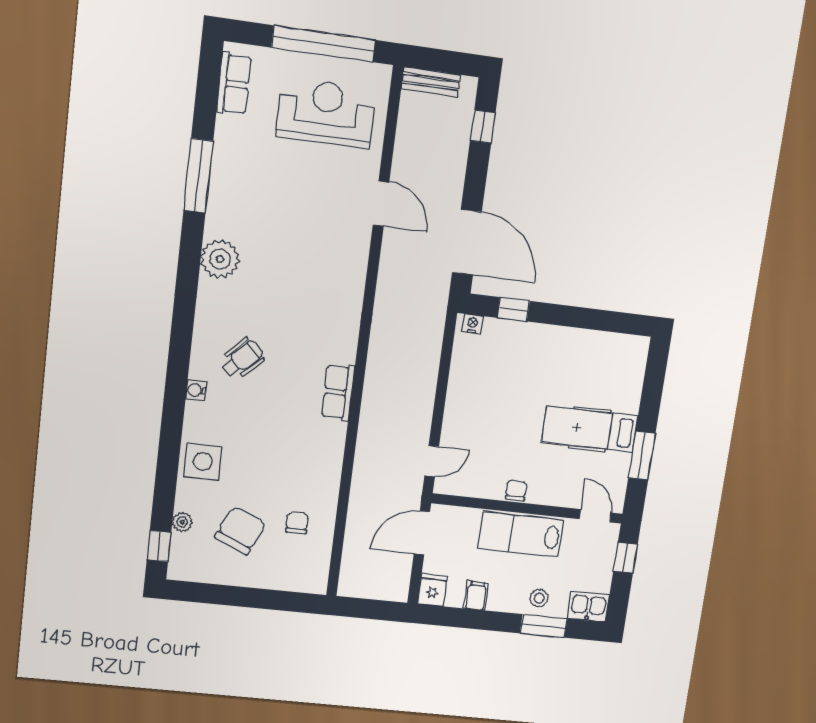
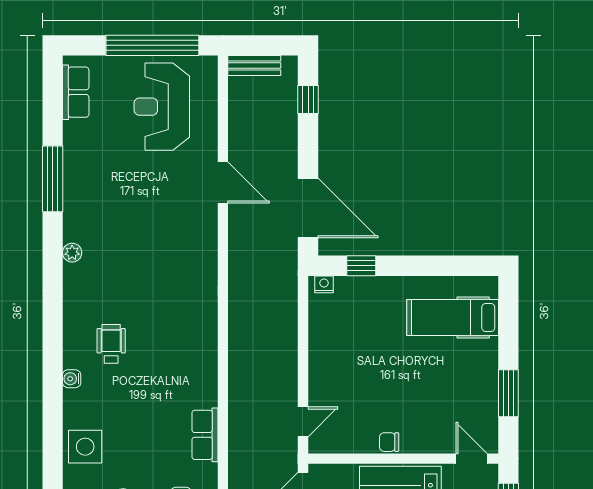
reception desk: (326, 113) -> (162, 107), turned -90
plant: (220, 259) -> (72, 253), width x0.53, depth x0.53
wheelchair: (242, 359) -> (111, 344), turned -45
row of seats: (338, 392) -> (205, 435), moved
hospital bed: (590, 429) -> (453, 317), moved
chair: (516, 491) -> (389, 442), turned -90

